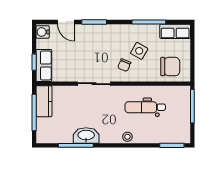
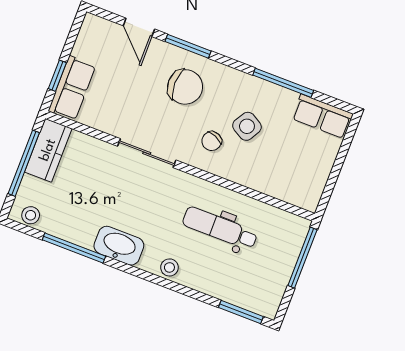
water cooler: (43, 32) -> (92, 29), removed
chair: (170, 67) -> (185, 87), moved
washbasin: (86, 135) -> (119, 246), moved
stool: (48, 137) -> (31, 215), added

